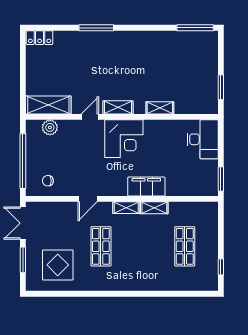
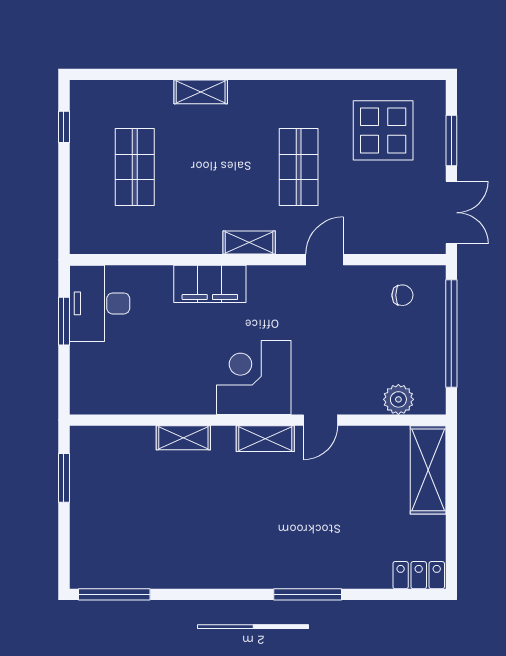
shelving: (48, 105) -> (428, 470), moved, turned 90
desk: (203, 139) -> (100, 303), moved
window: (221, 179) -> (64, 321), moved
shelving: (154, 208) -> (201, 92), moved

